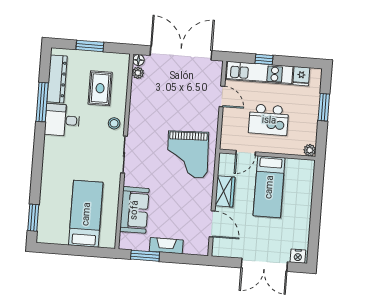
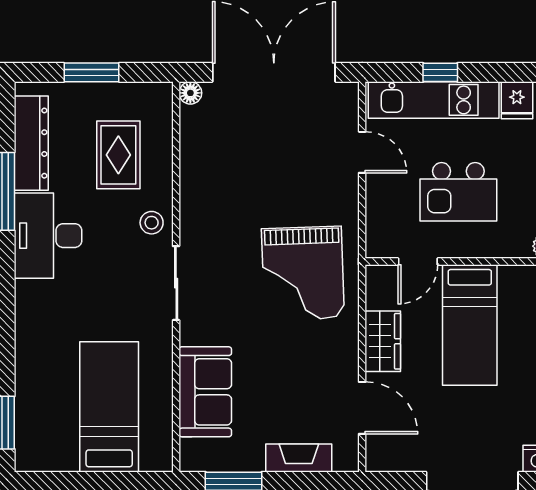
plant: (138, 73) -> (191, 119), removed
desk: (62, 120) -> (48, 236), width x1.37
fireplace: (166, 246) -> (299, 458), moved

